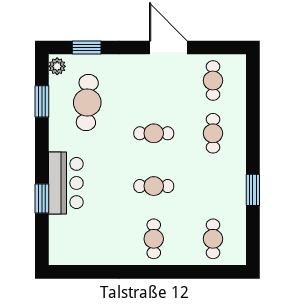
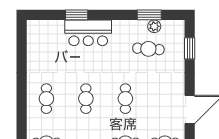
plant: (57, 66) -> (154, 26), moved
cafe table: (87, 103) -> (148, 49), width x0.73, depth x0.74
cafe table: (154, 239) -> (46, 99), turned 90

